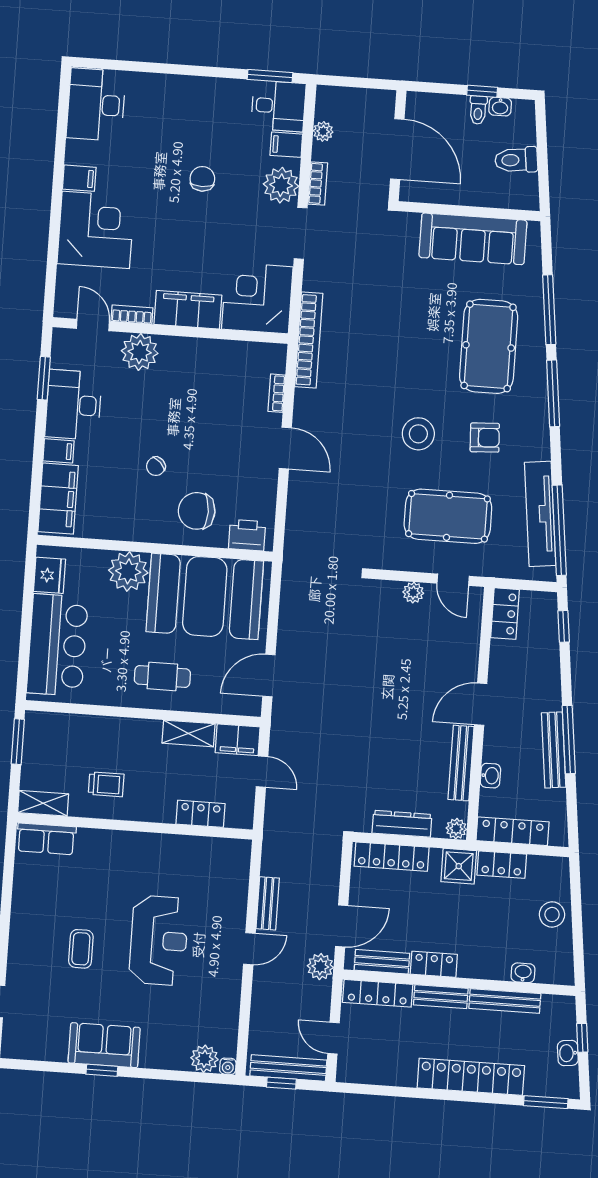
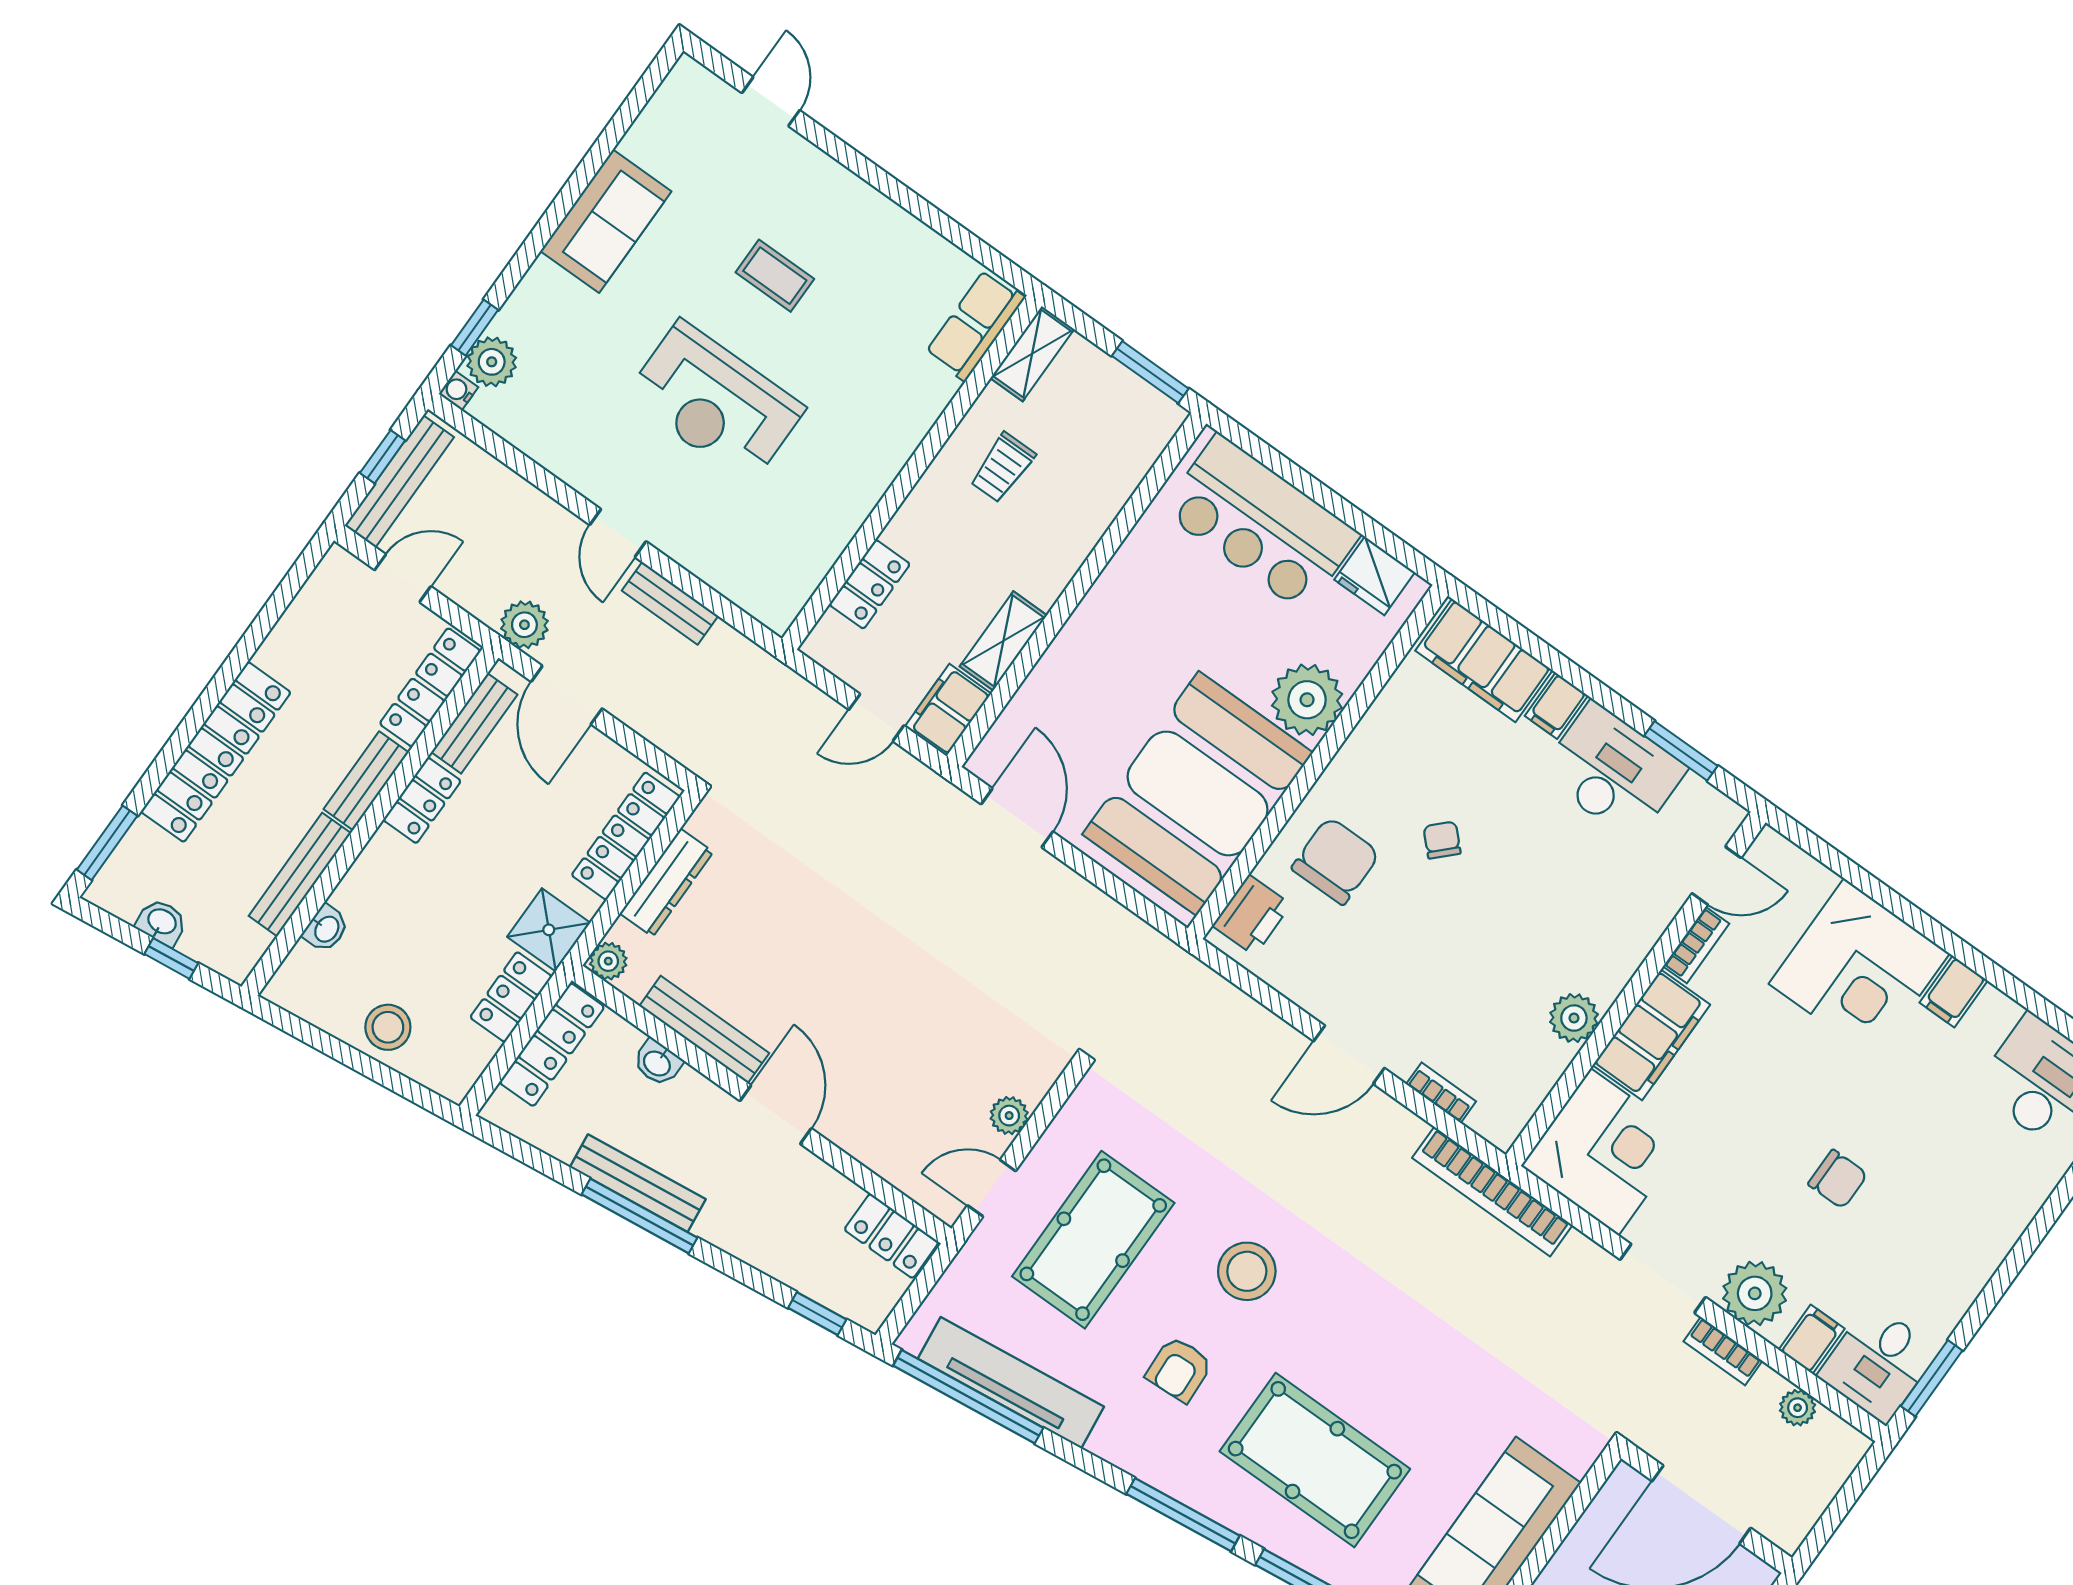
plant: (140, 352) -> (1574, 1018), moved, width x0.73, depth x0.73
cafe table: (162, 676) -> (1115, 654), removed
window: (102, 1070) -> (475, 328), moved

